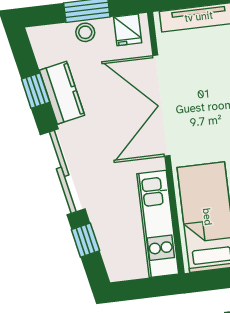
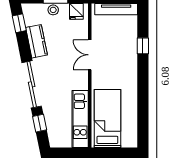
window: (36, 91) -> (19, 23), moved
double door: (161, 106) -> (90, 55), width x0.54

